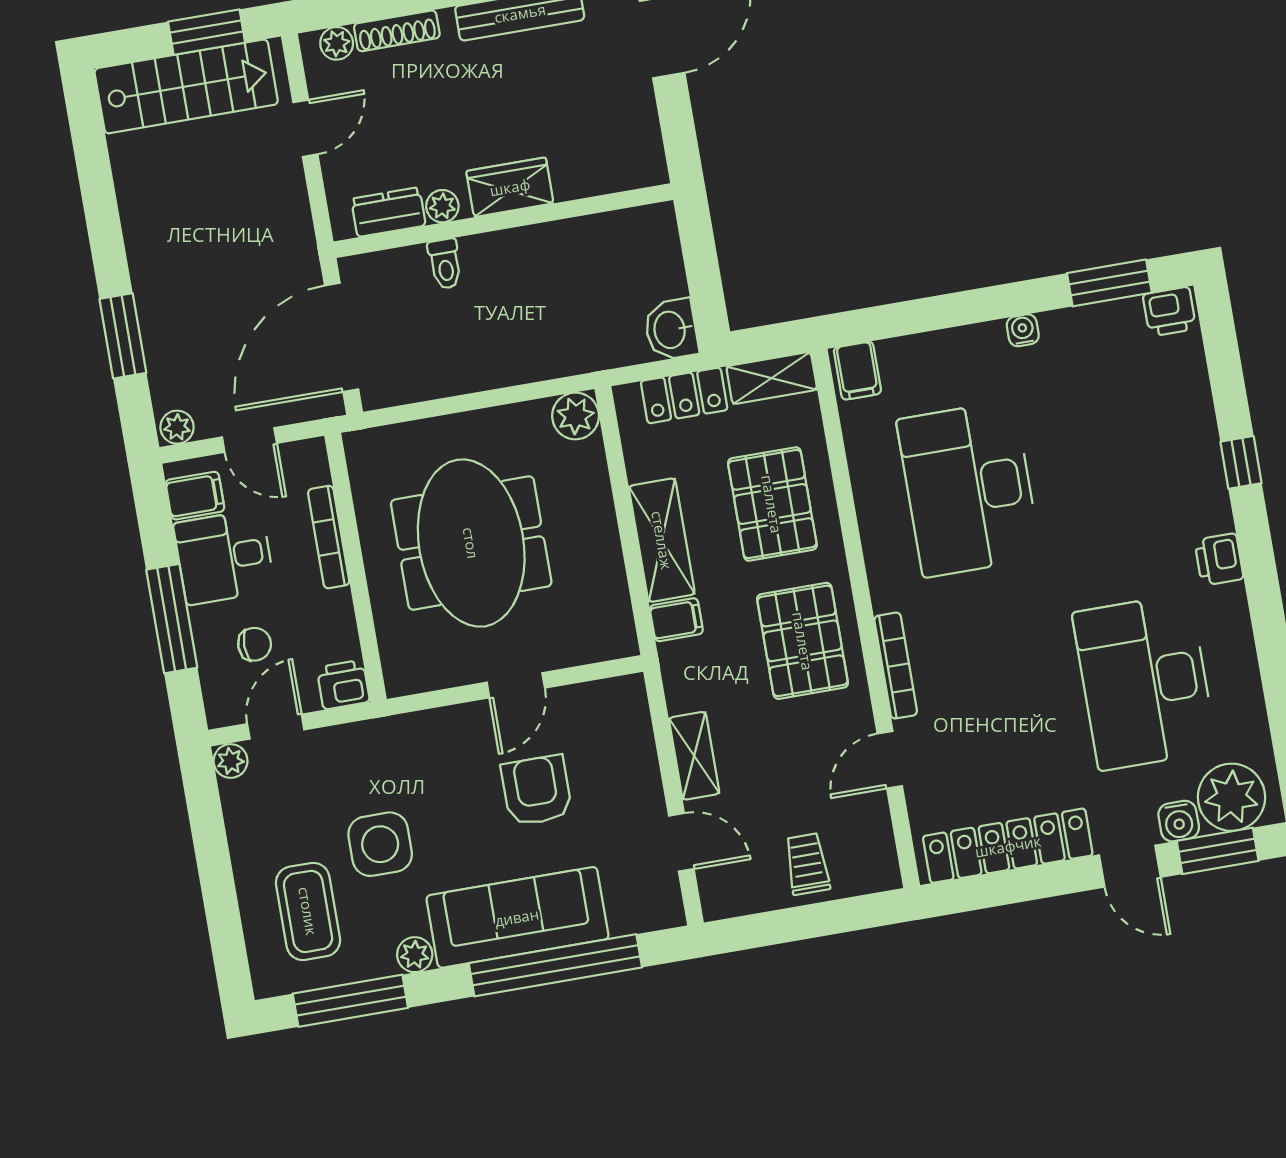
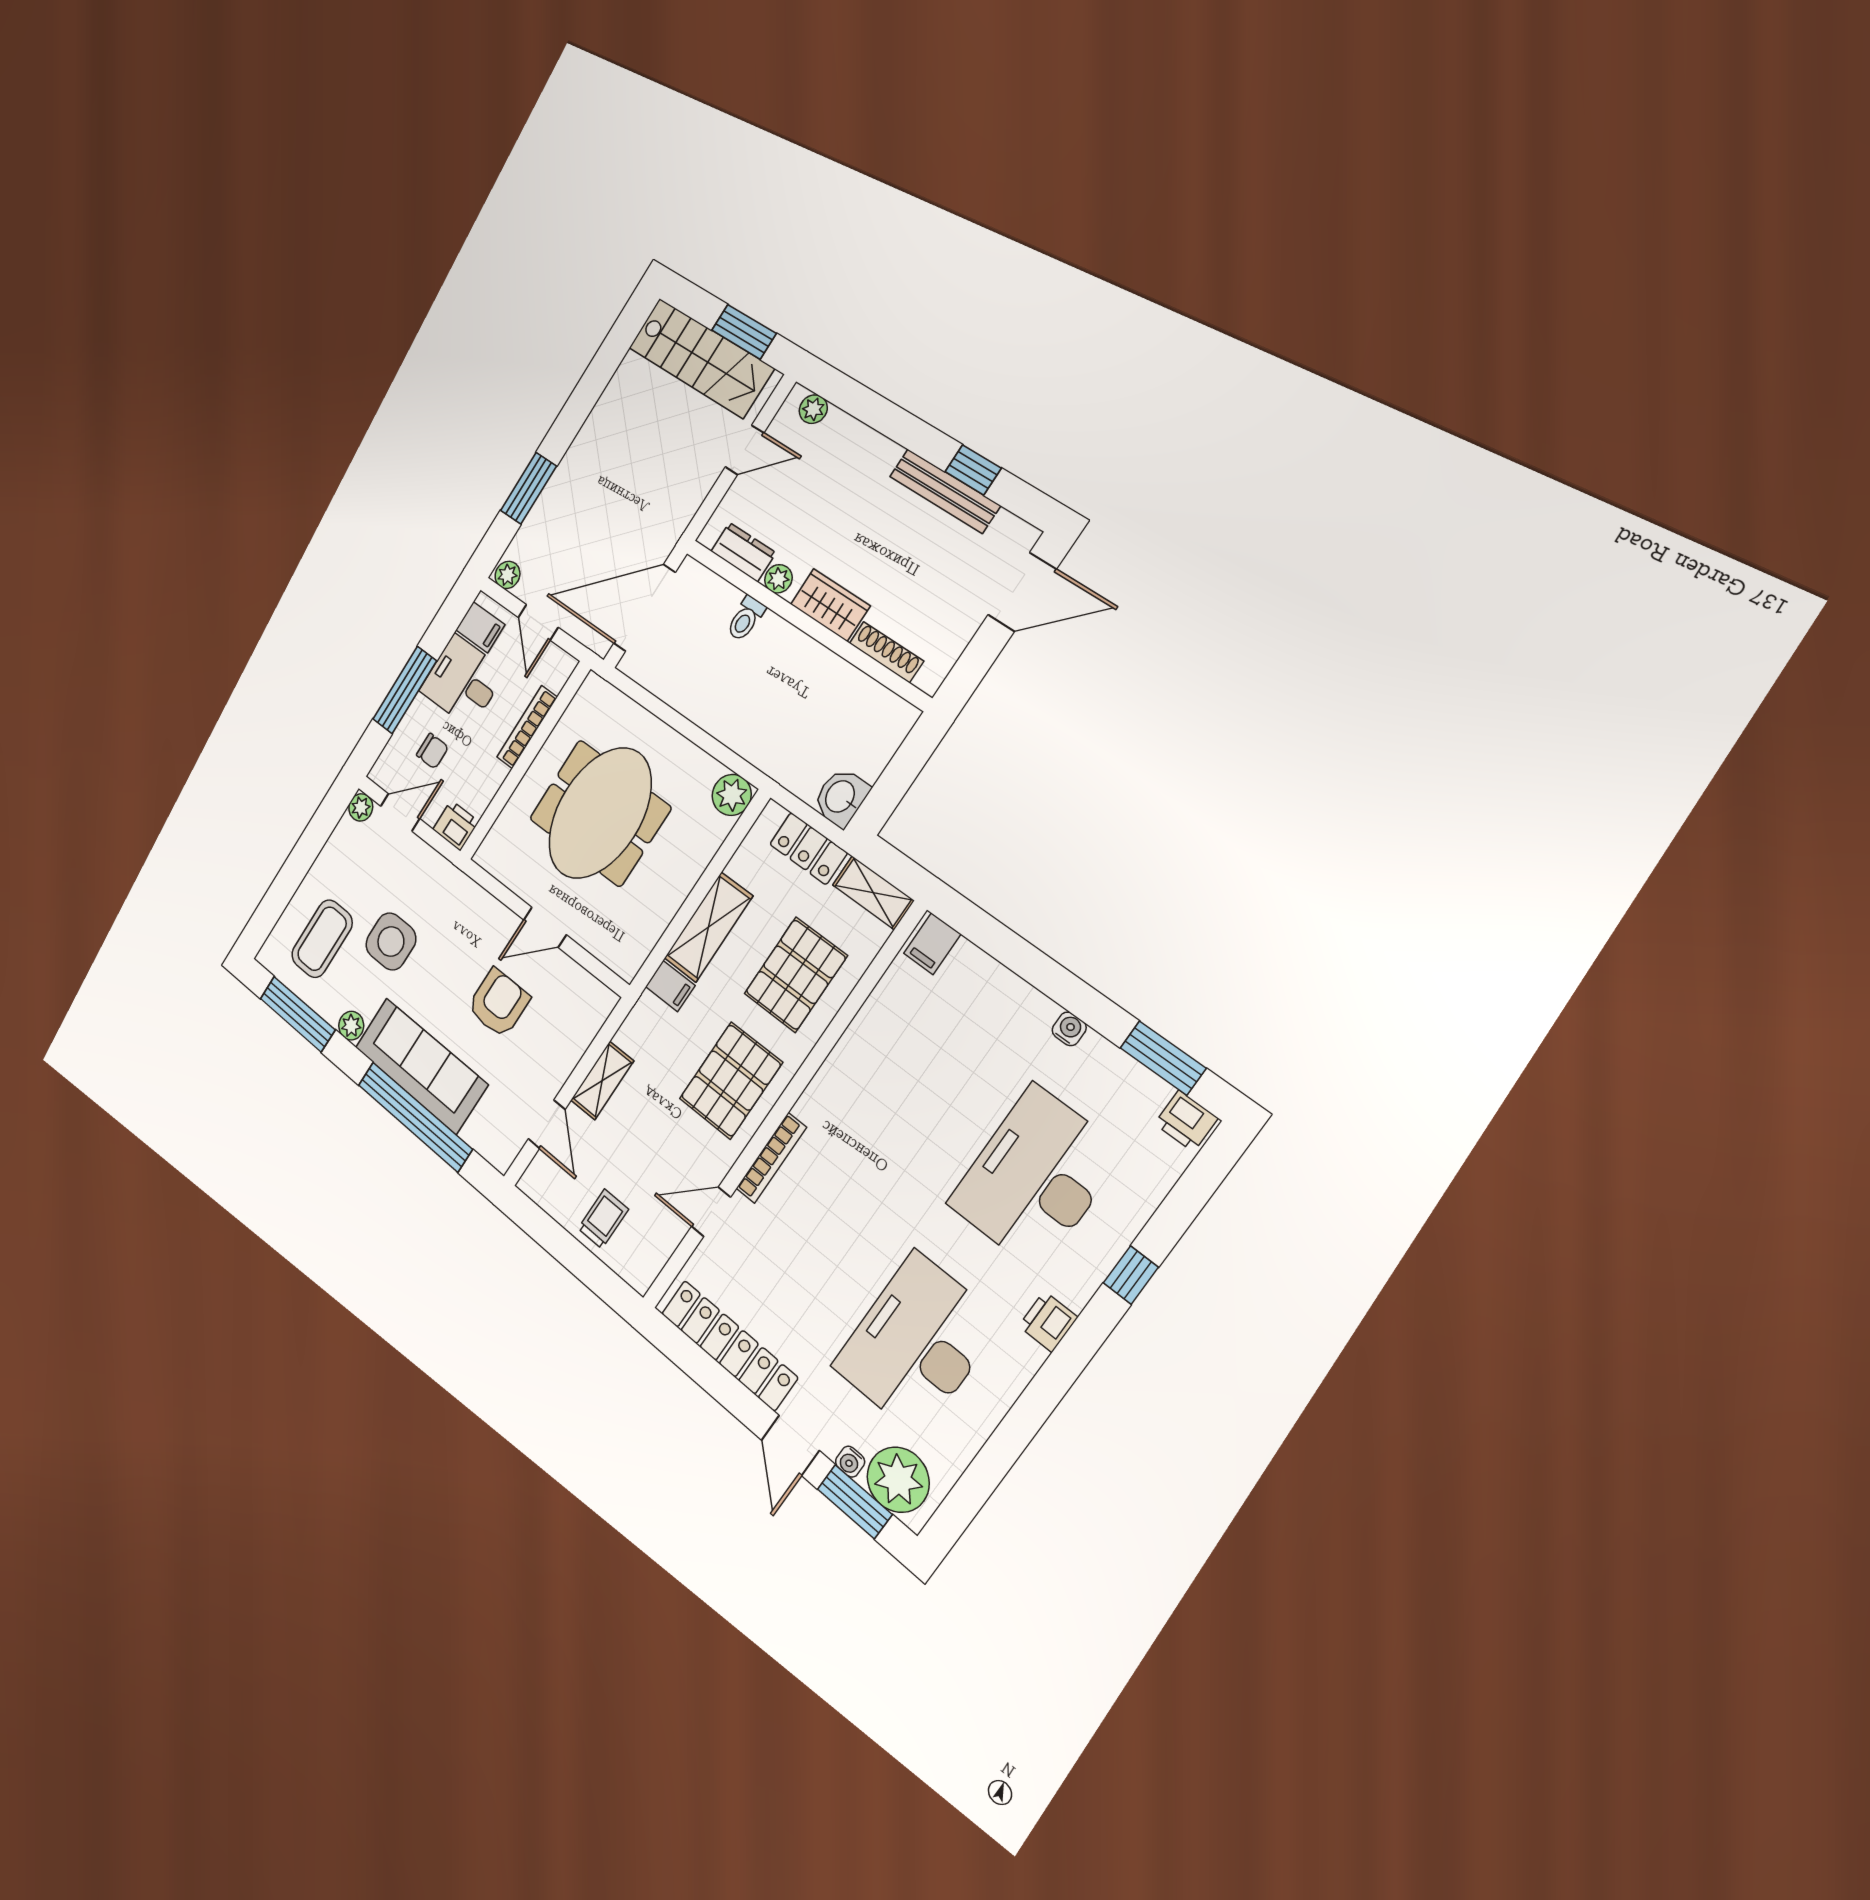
shoe rack: (397, 31) -> (886, 652), moved, turned 180
desk: (969, 489) -> (1036, 1178), moved
water cooler: (1179, 821) -> (850, 1462), width x0.72, depth x0.72

